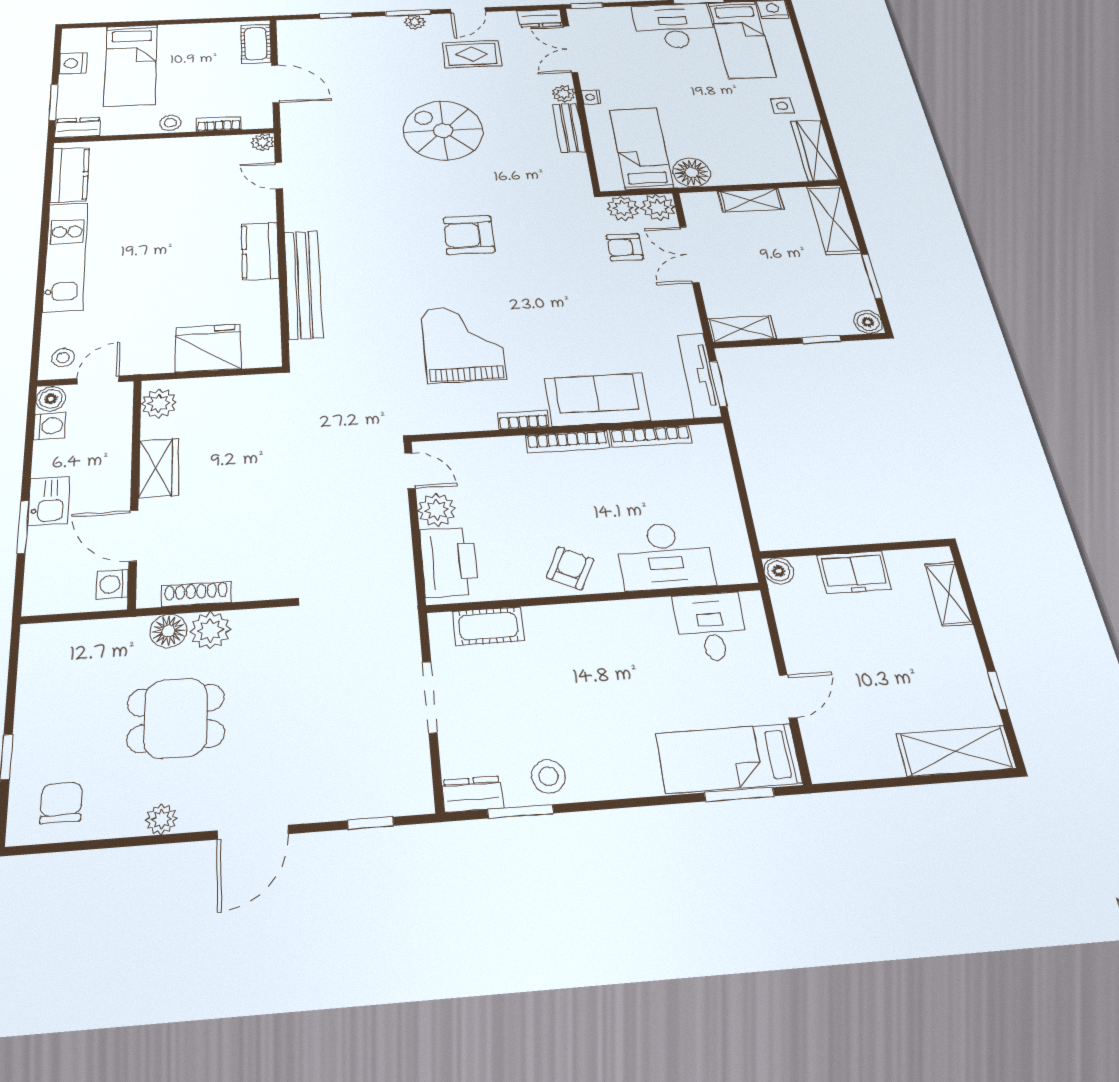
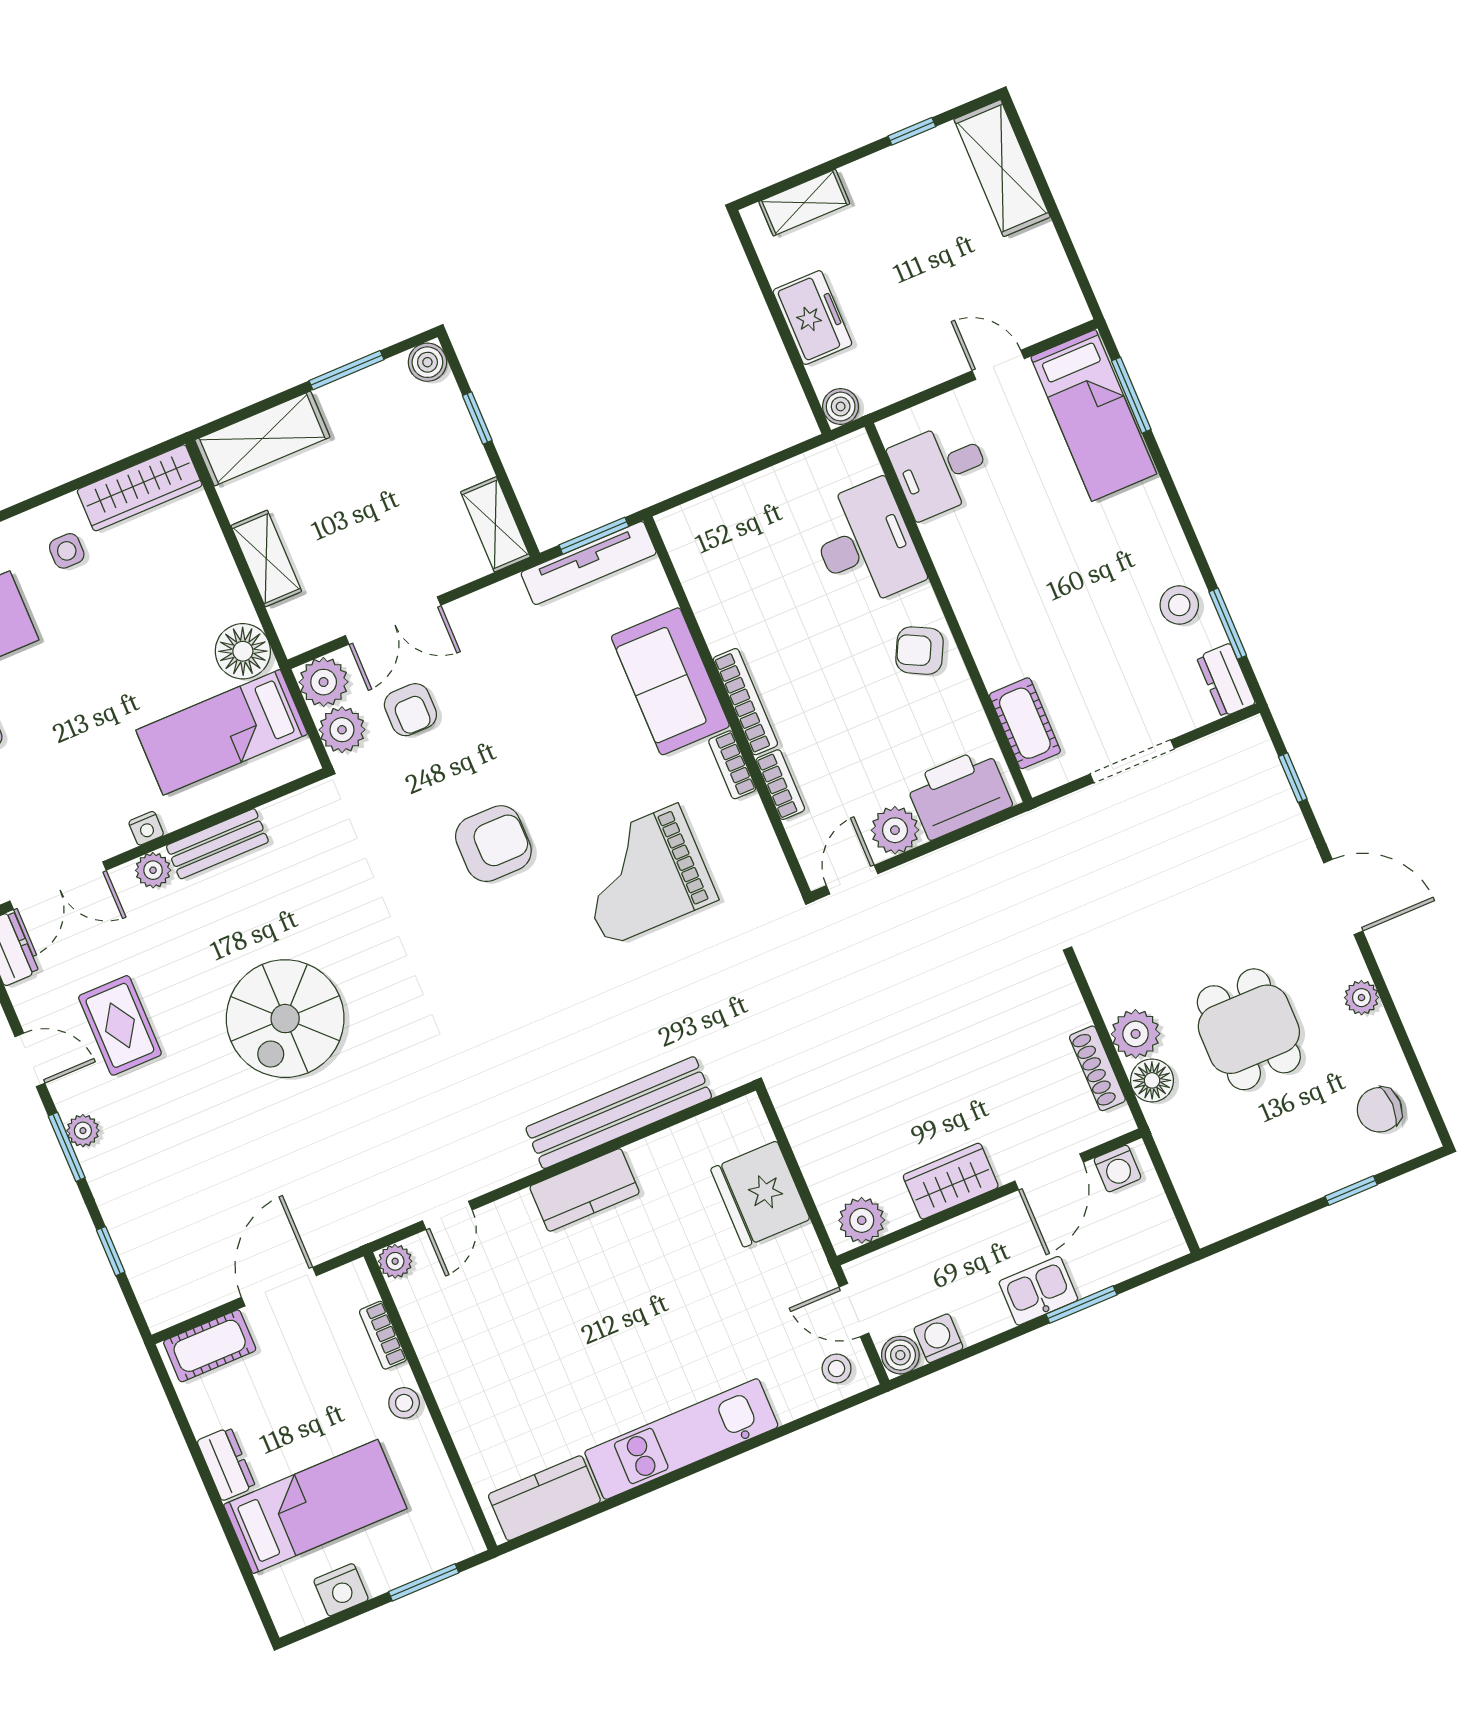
dresser: (78, 128) -> (226, 1464), moved, turned 180
armchair: (469, 235) -> (493, 844), moved, turned -90
bookcase: (651, 436) -> (780, 785), moved, width x0.64

